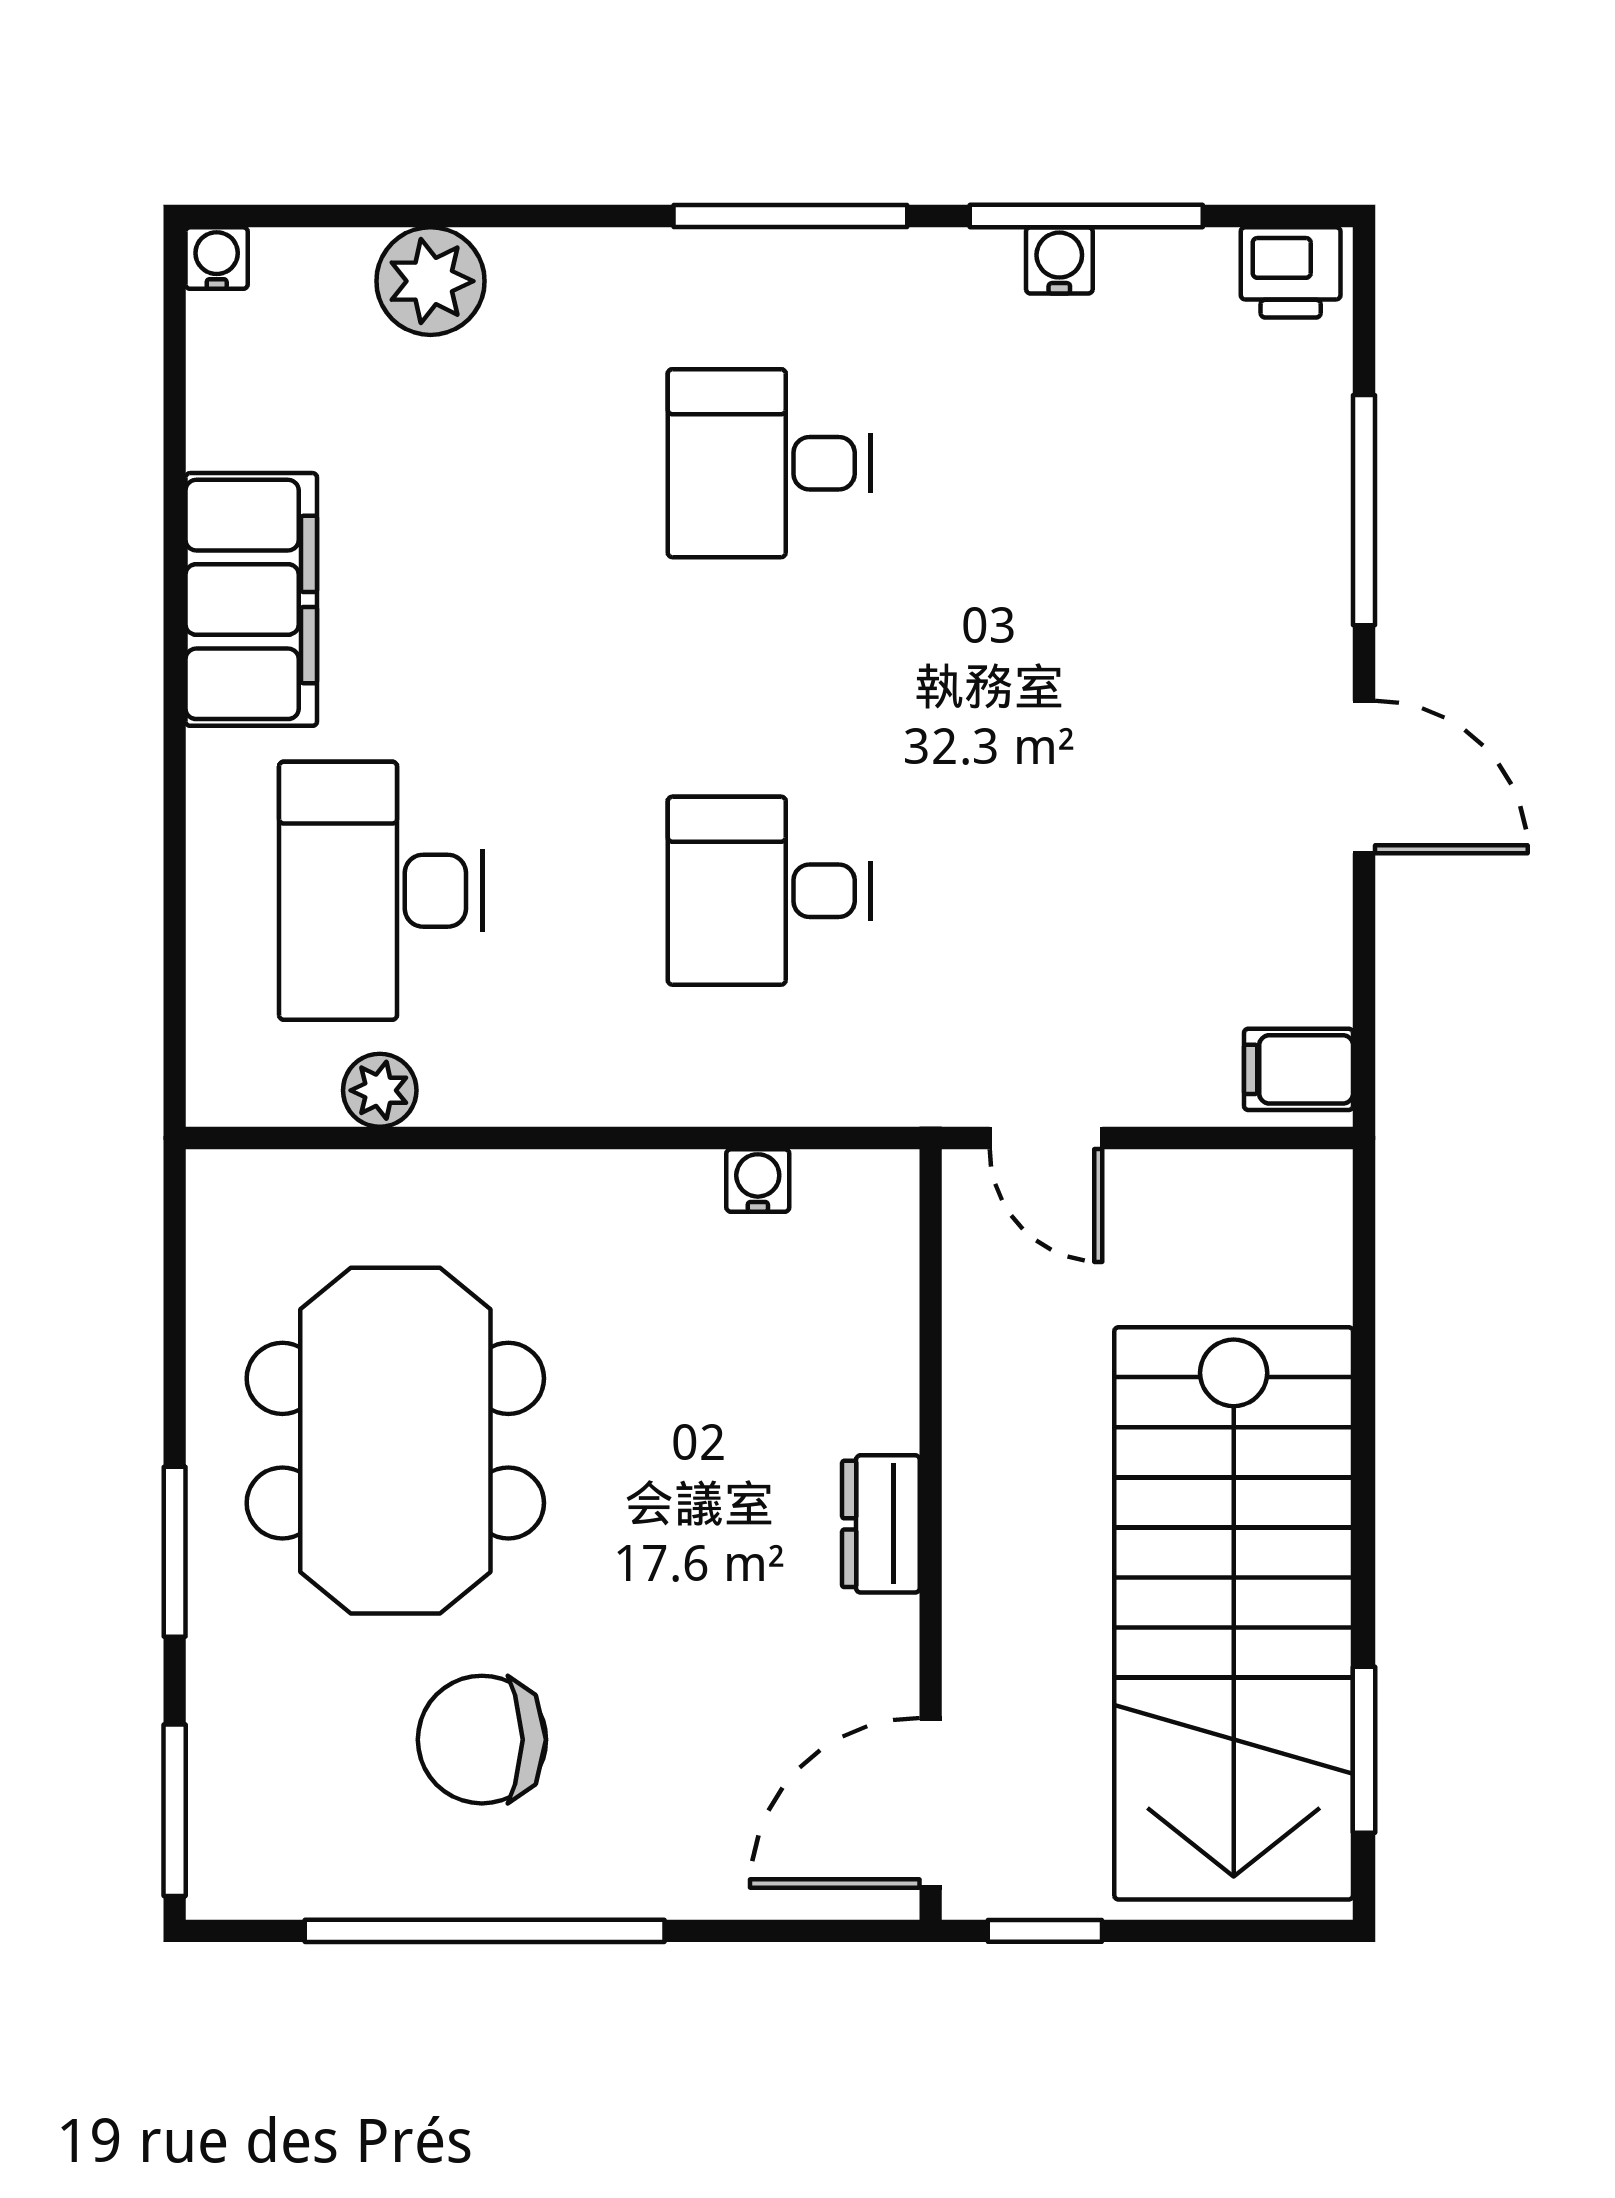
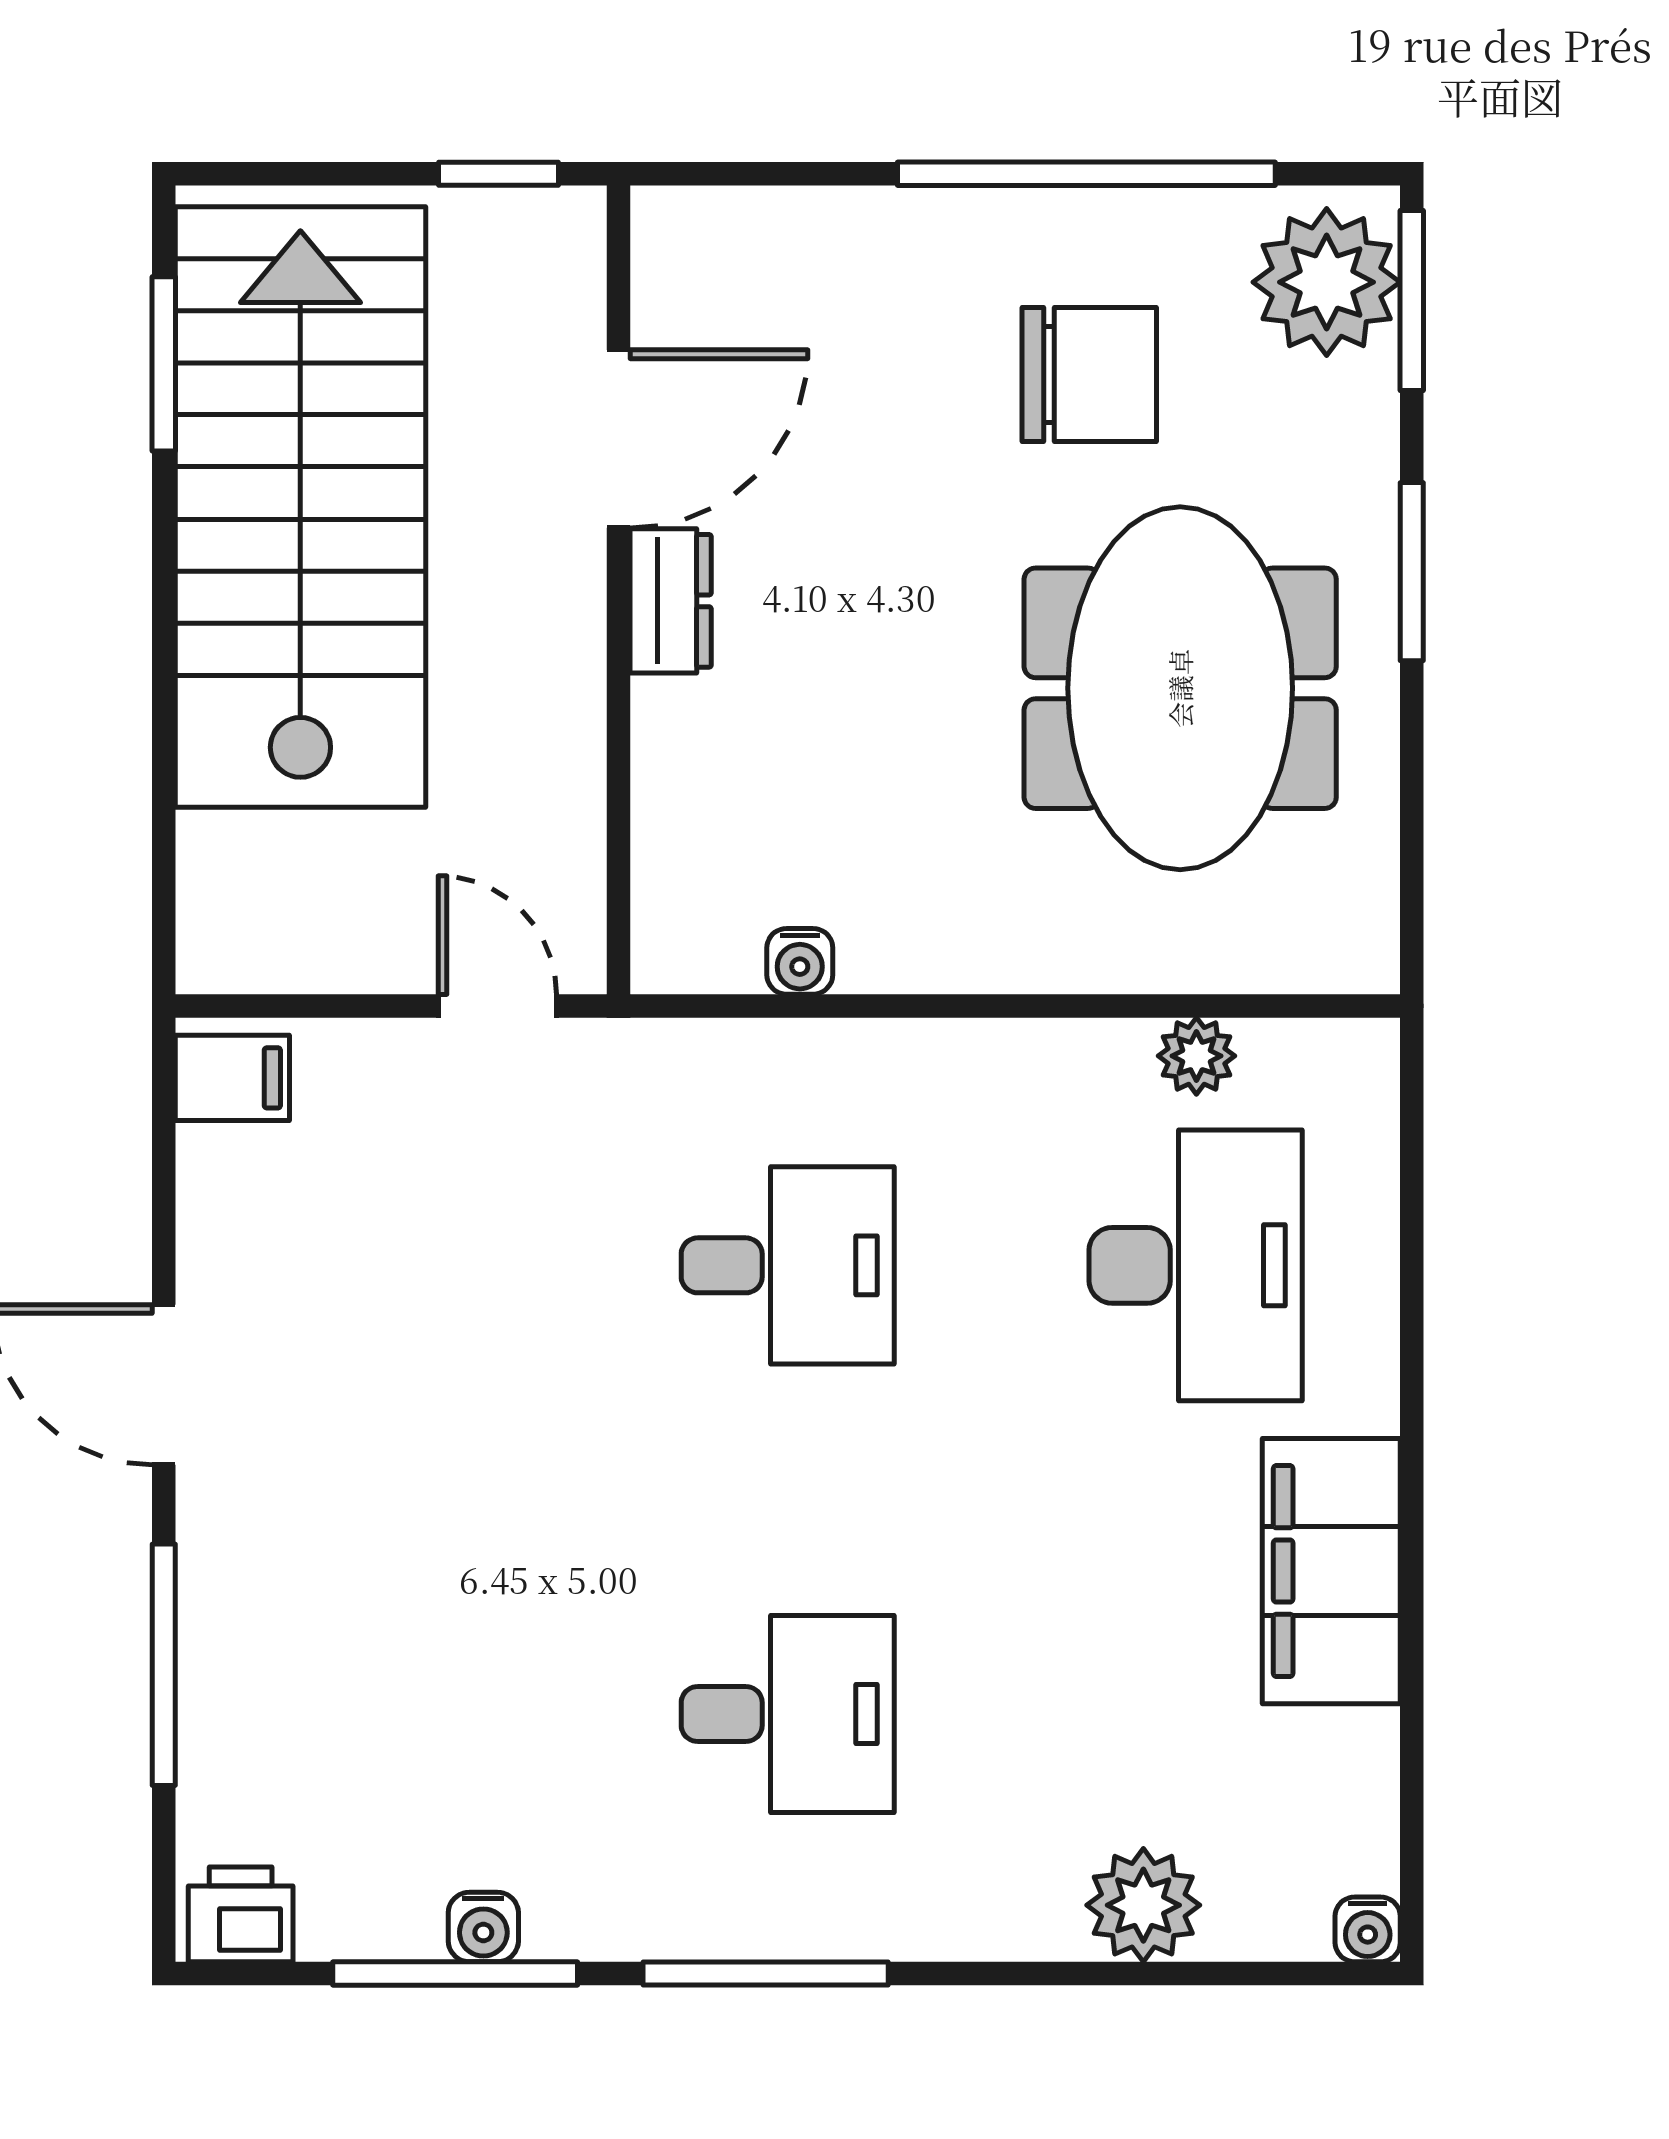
door: (931, 1803) -> (618, 439), moved
plant: (256, 1828) -> (1327, 282), added

